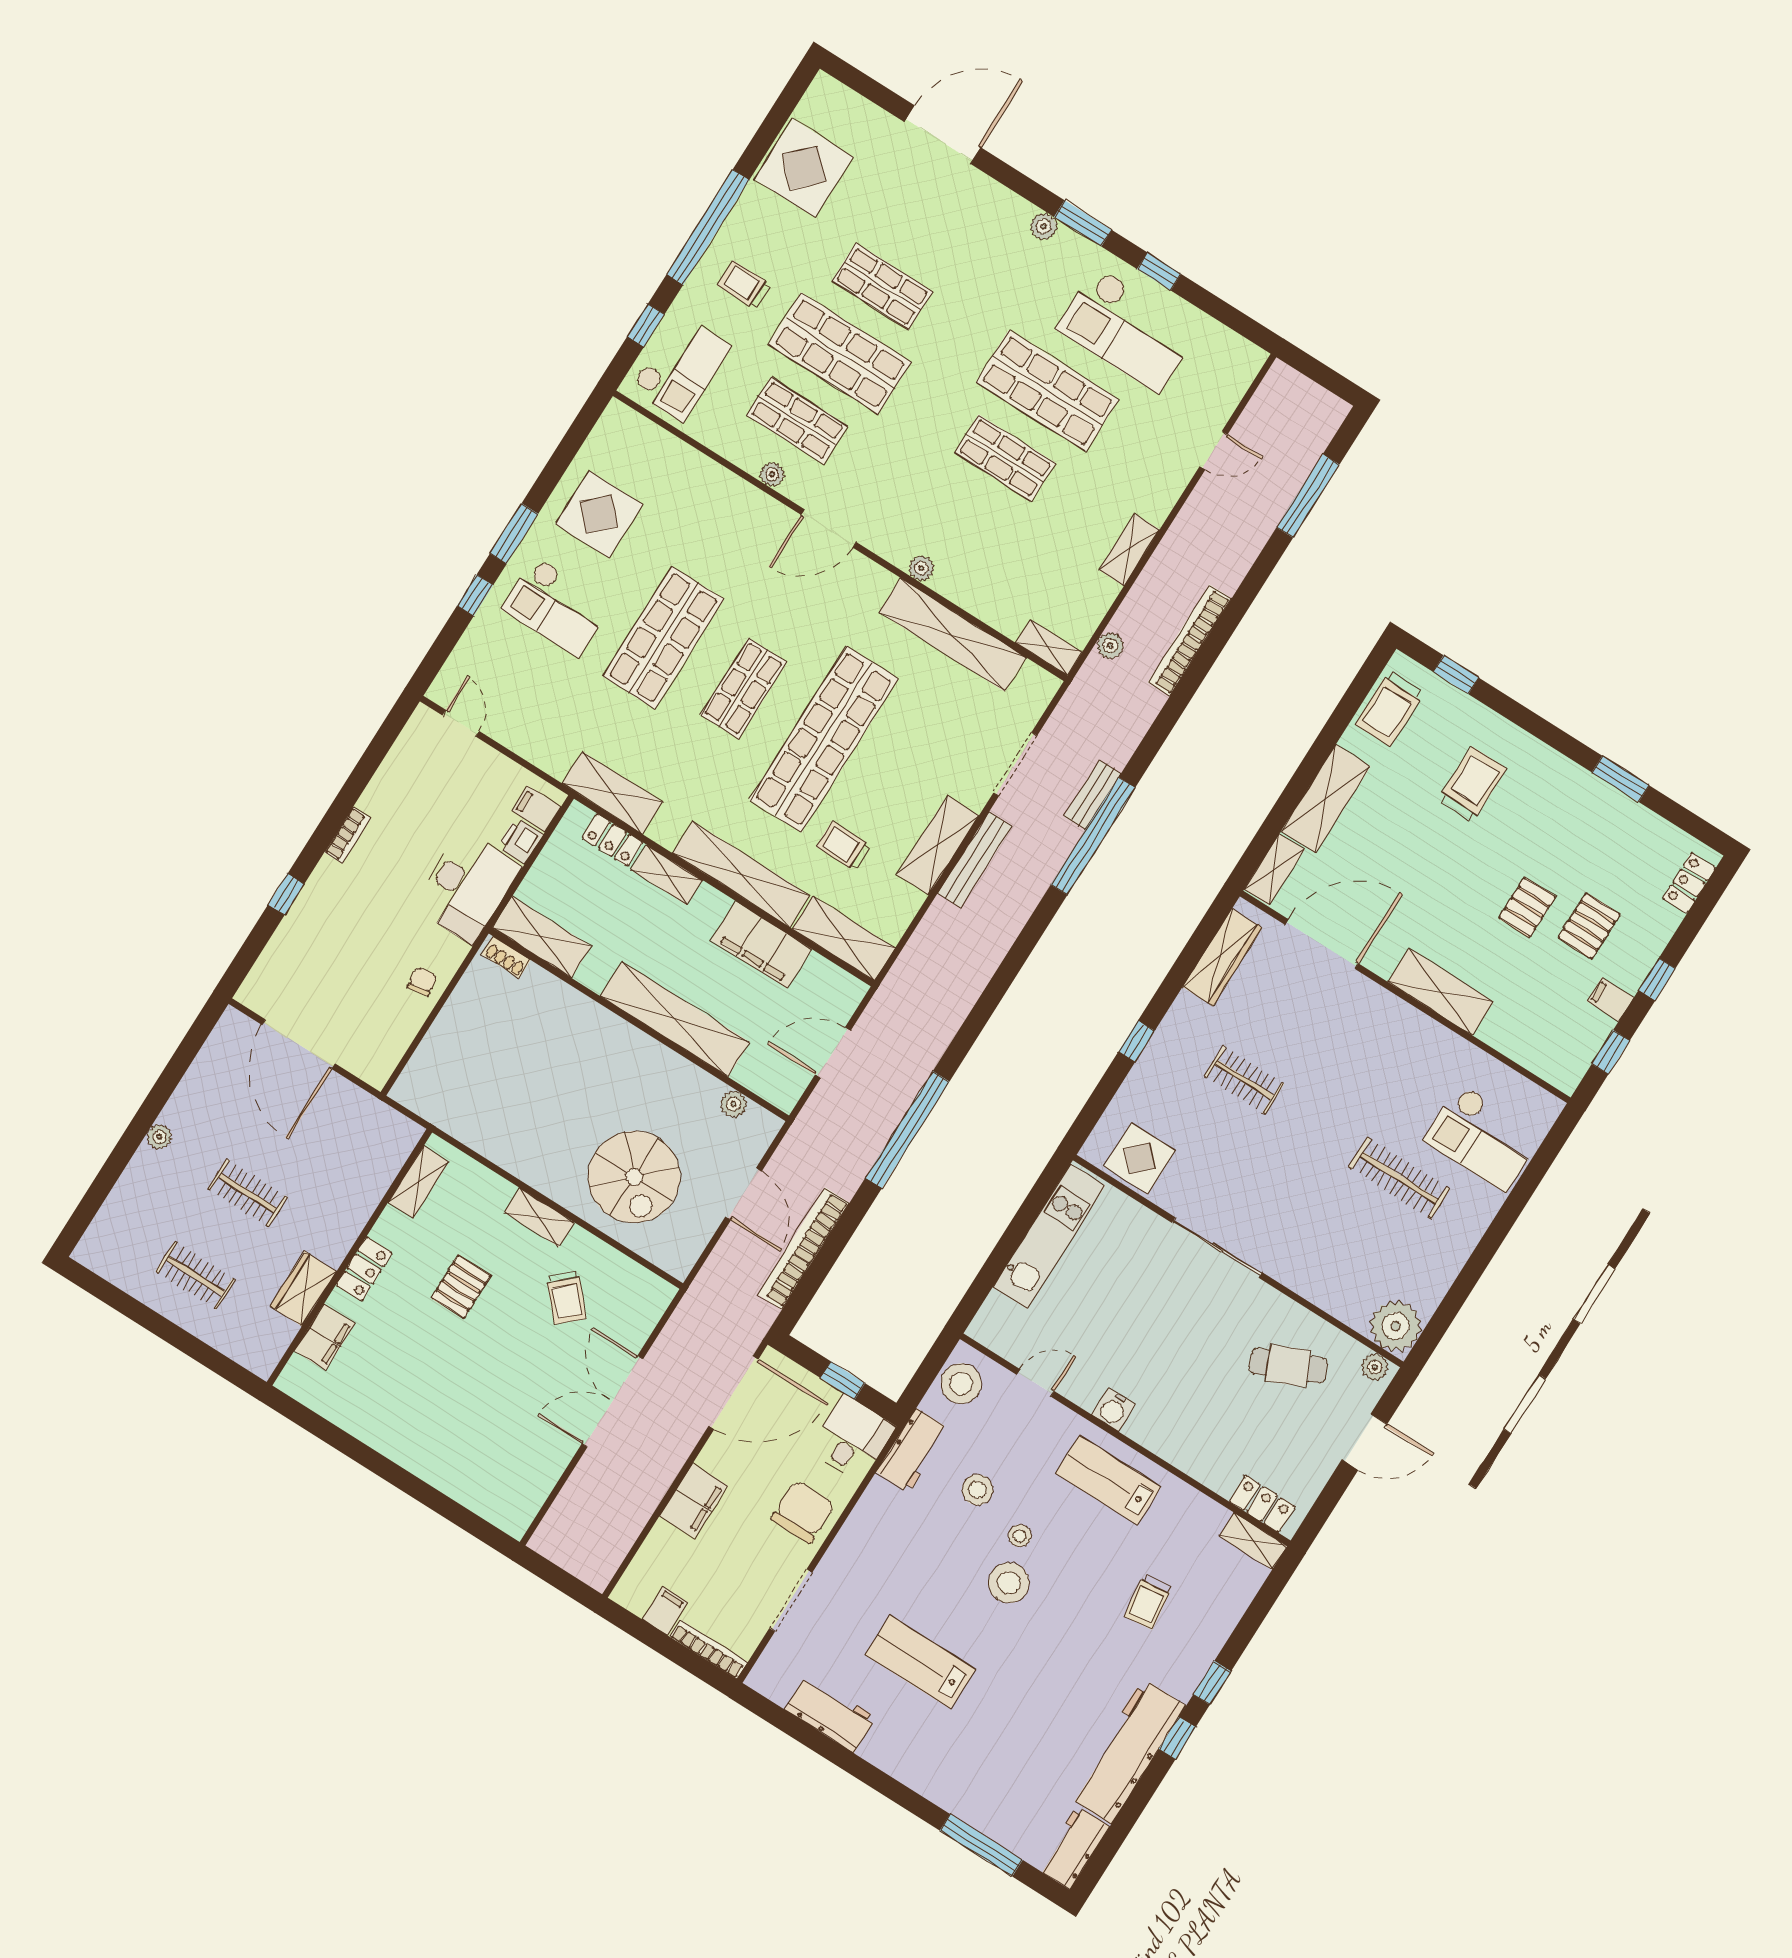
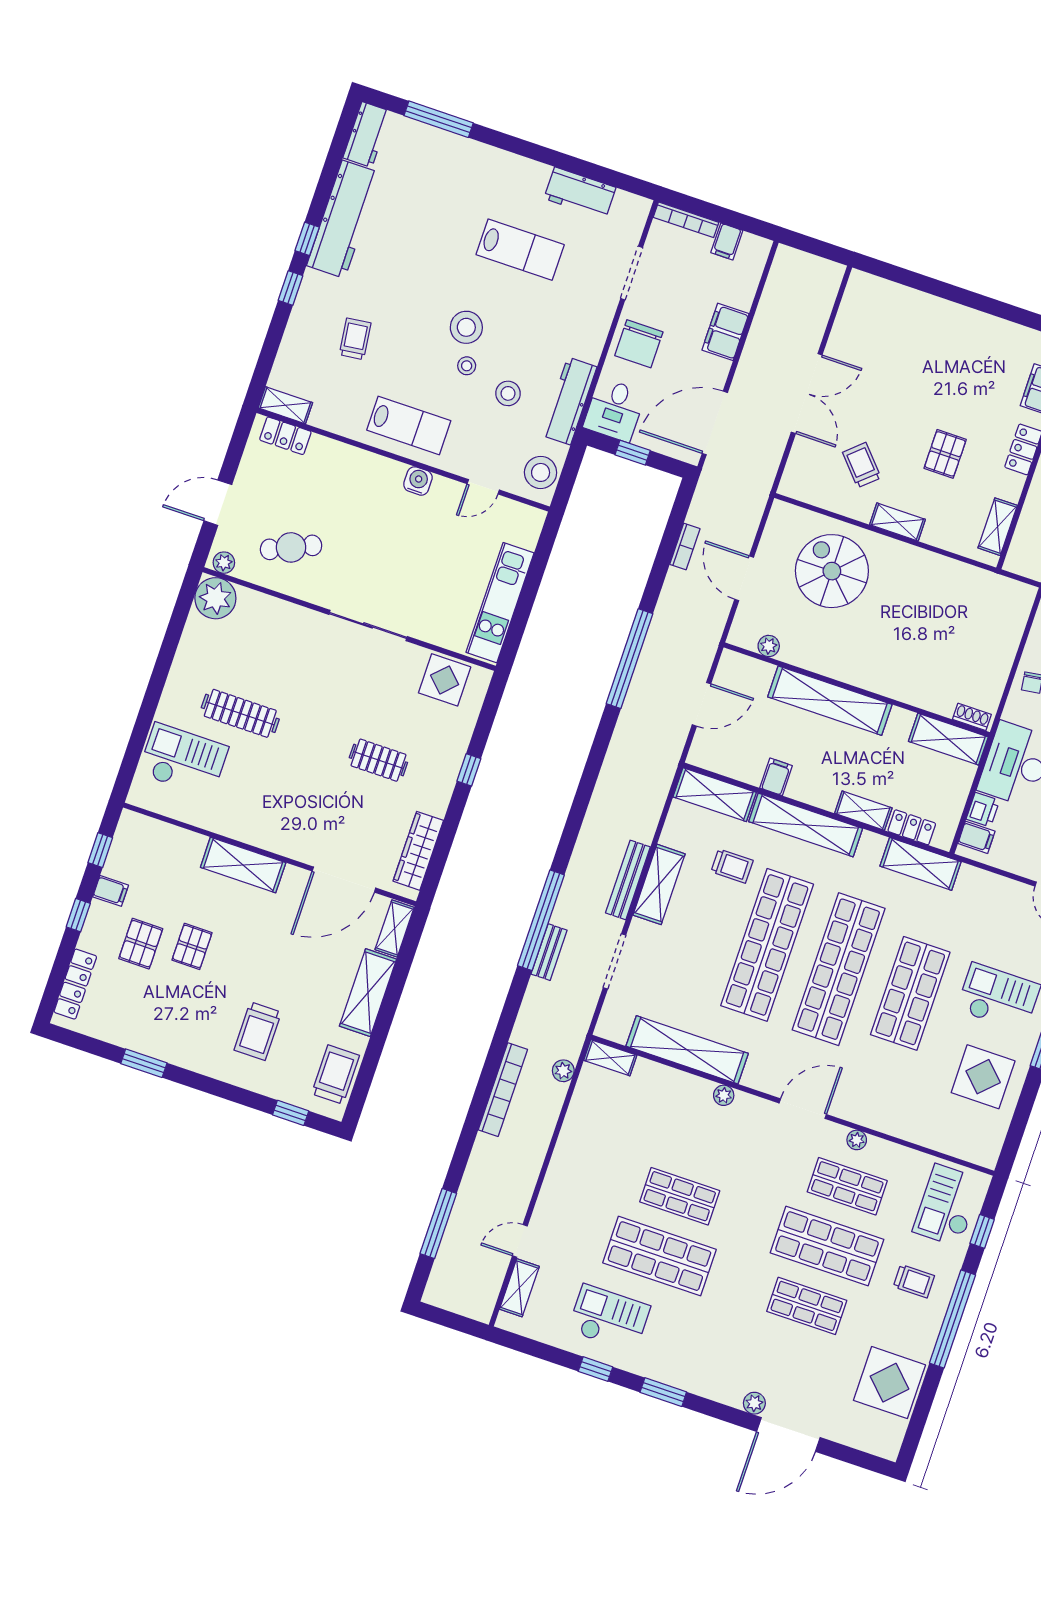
plant: (1044, 226) -> (754, 1403), moved
checkout: (1127, 329) -> (609, 1318), width x0.73, depth x0.83
shelving: (1129, 550) -> (519, 1288), moved
shop shelf: (744, 688) -> (839, 969), width x2.00, depth x1.36
locker: (1689, 883) -> (75, 984), width x1.53
filing cabinet: (761, 945) -> (776, 777), width x0.33, depth x0.86
bookcase: (804, 1249) -> (685, 546), width x0.43, depth x0.76
workbench: (913, 1450) -> (569, 401), width x1.37

